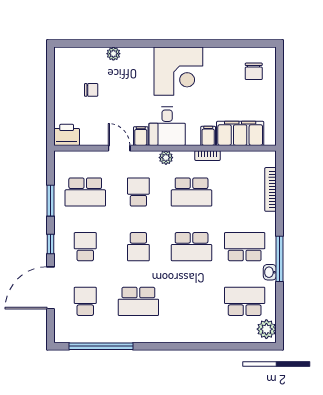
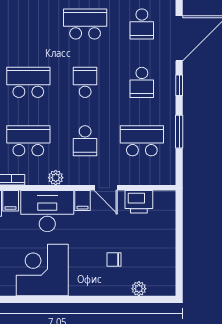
plant: (113, 54) -> (139, 289), moved
chair: (91, 90) -> (114, 260), moved
desk: (167, 126) -> (47, 211), width x1.37
printer: (67, 135) -> (139, 202), moved

